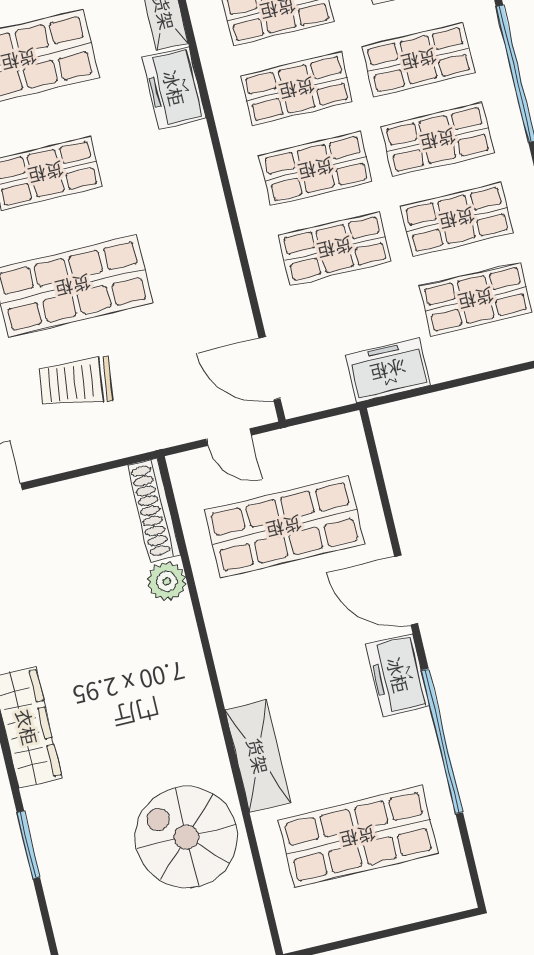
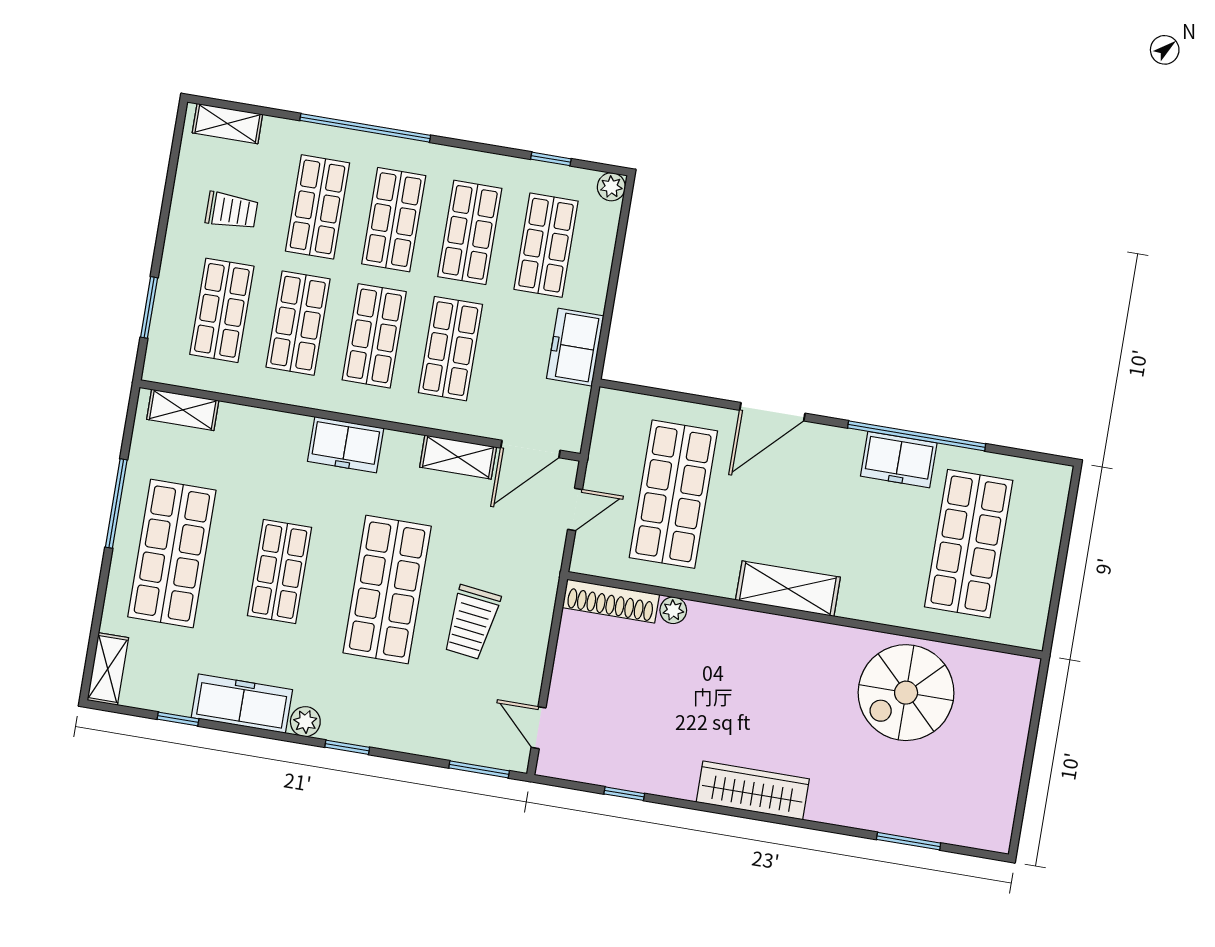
freezer: (174, 88) -> (346, 445), moved
shelving: (232, 301) -> (458, 457), added
plant: (167, 581) -> (673, 610), width x0.73, depth x0.73
freezer: (398, 675) -> (899, 460), moved
shelving: (258, 756) -> (788, 589), moved
window: (28, 845) -> (909, 841), moved

